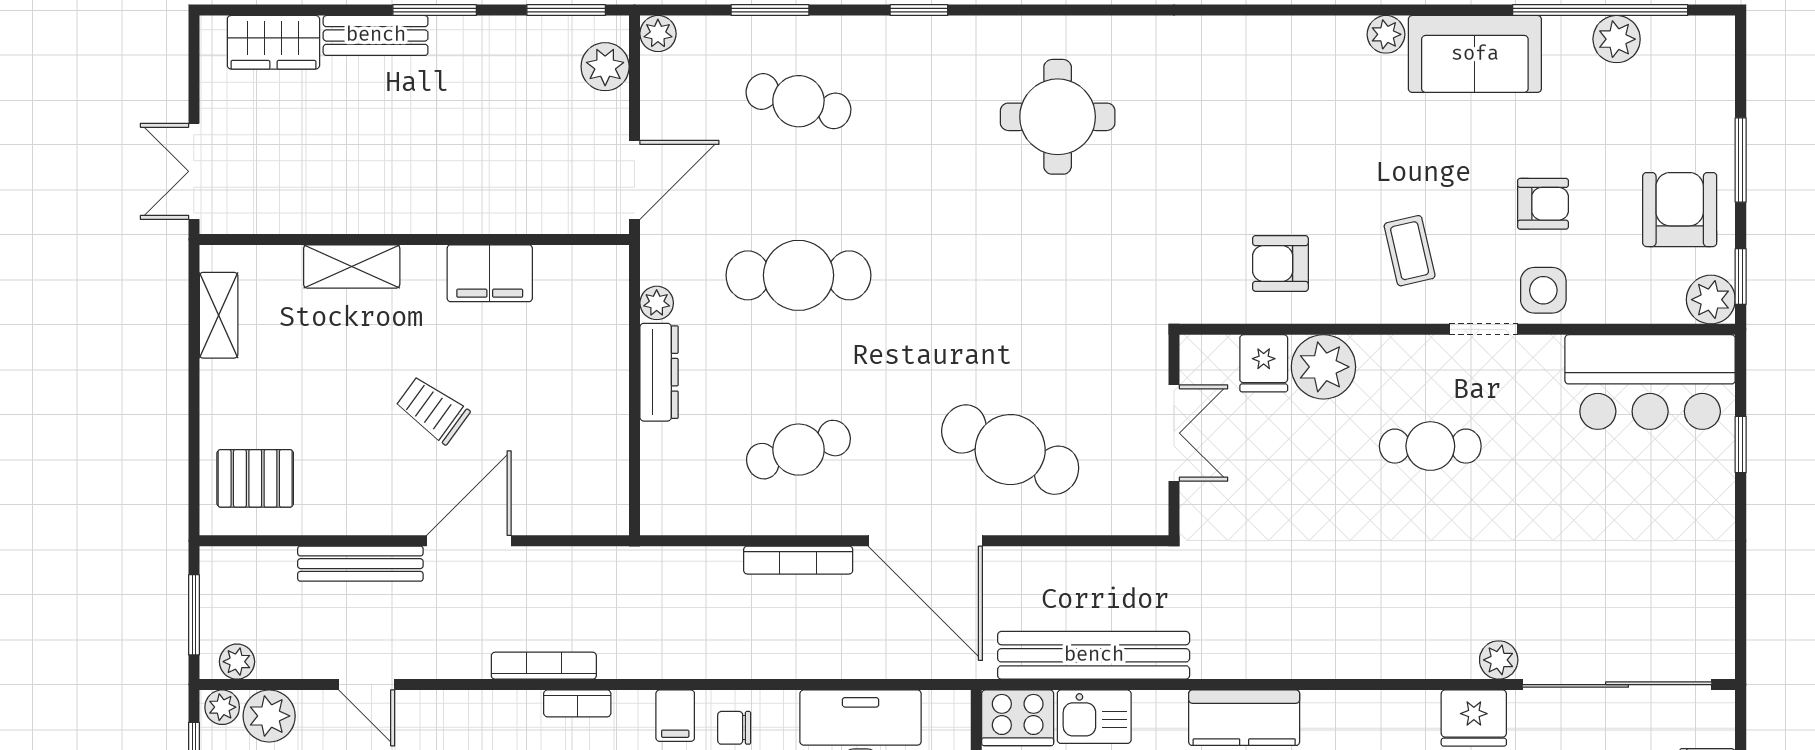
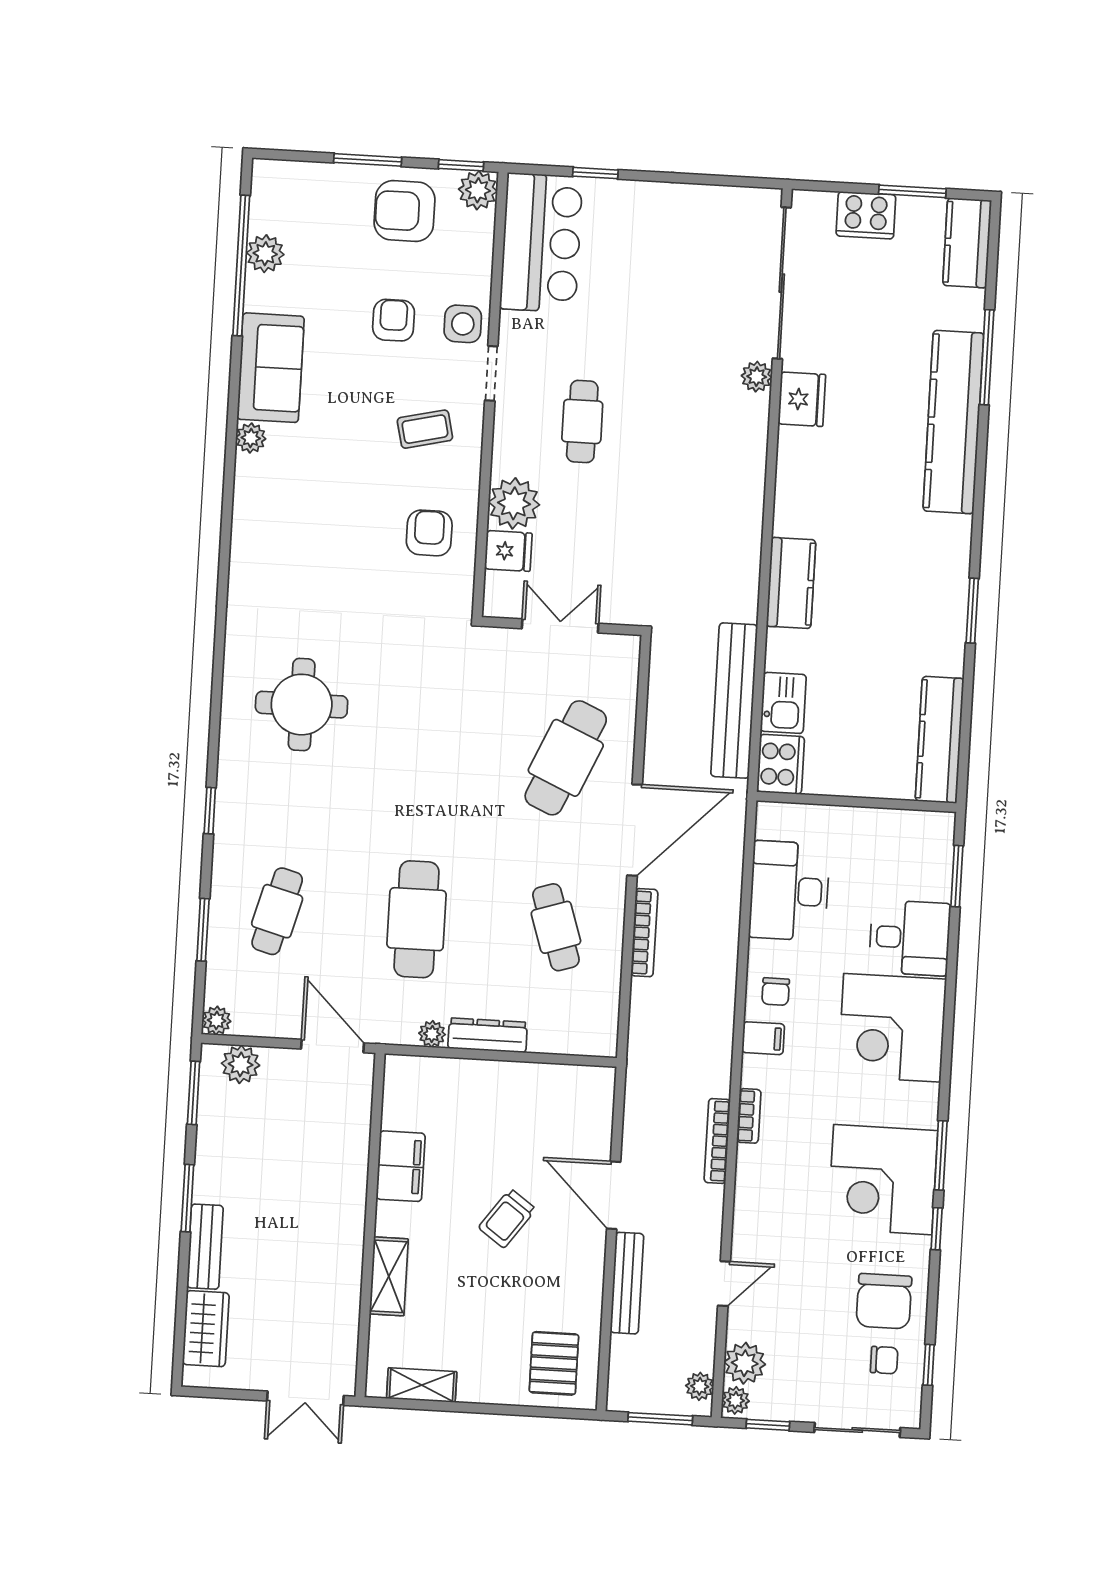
armchair: (1280, 263) -> (429, 533), turned 180

